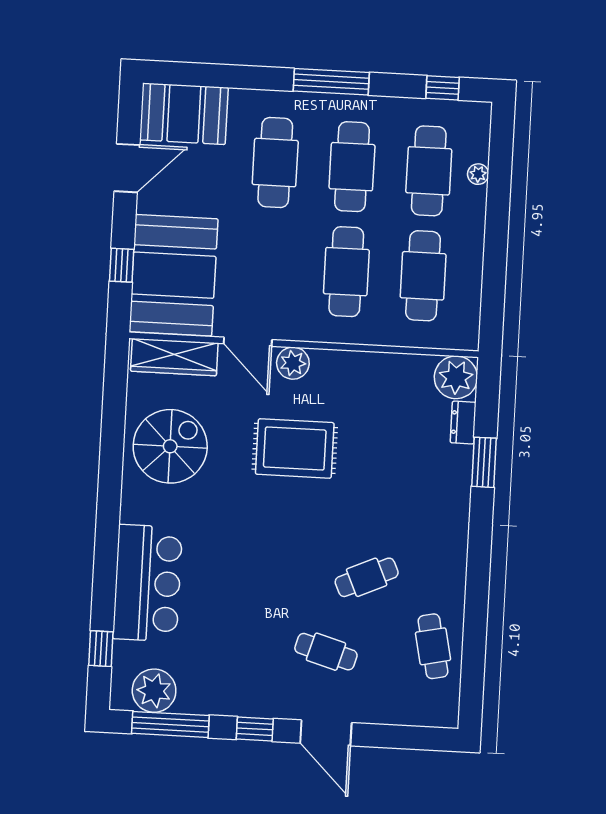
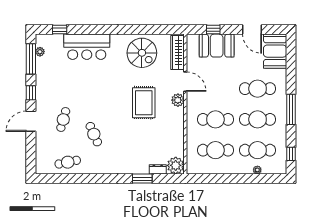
booth: (174, 275) -> (217, 46), width x0.73, depth x0.70
door: (248, 342) -> (185, 82), swing flipped
plant: (154, 691) -> (40, 52), width x0.53, depth x0.53

